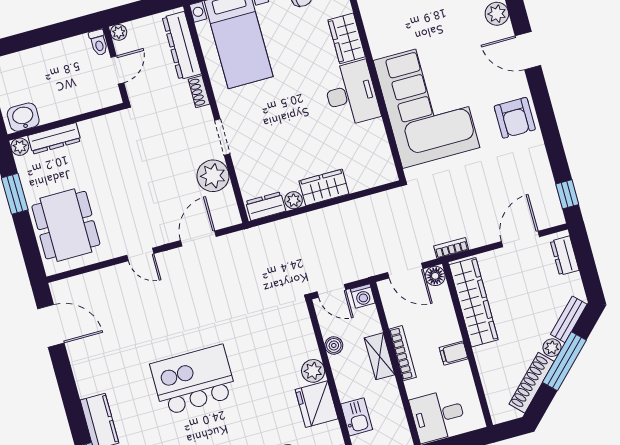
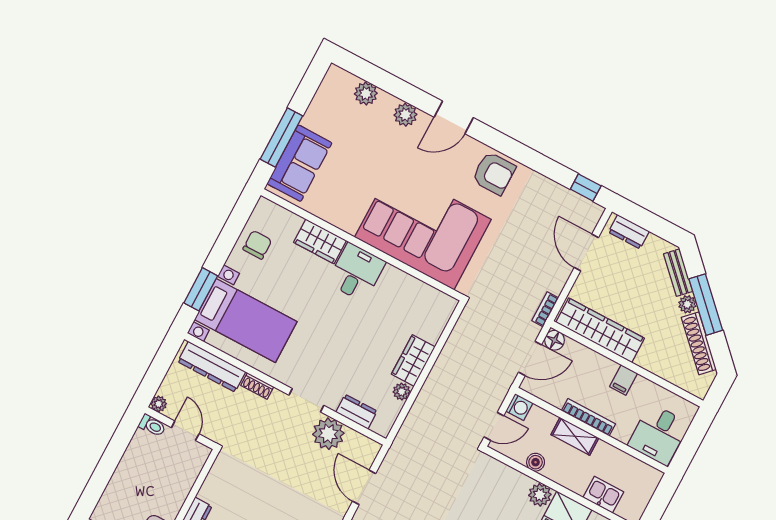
desk: (351, 94) -> (356, 272), width x0.73
dresser: (266, 206) -> (356, 412), moved, turned 90

